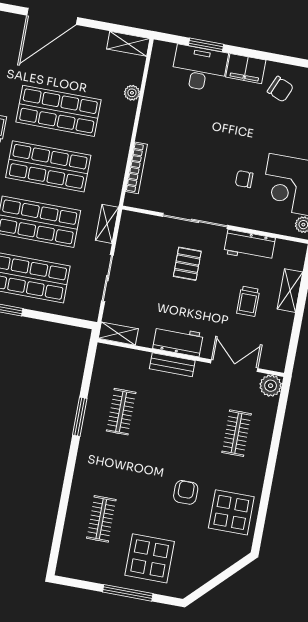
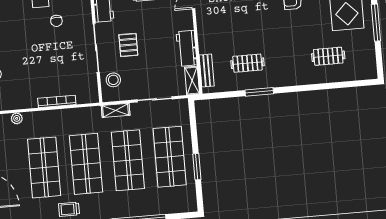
bookcase: (136, 168) -> (57, 101), moved
stool: (147, 232) -> (113, 80), added
pallet: (187, 264) -> (128, 45), turned 90
workbench: (178, 341) -> (187, 48), moved
bench: (172, 365) -> (207, 71), moved

